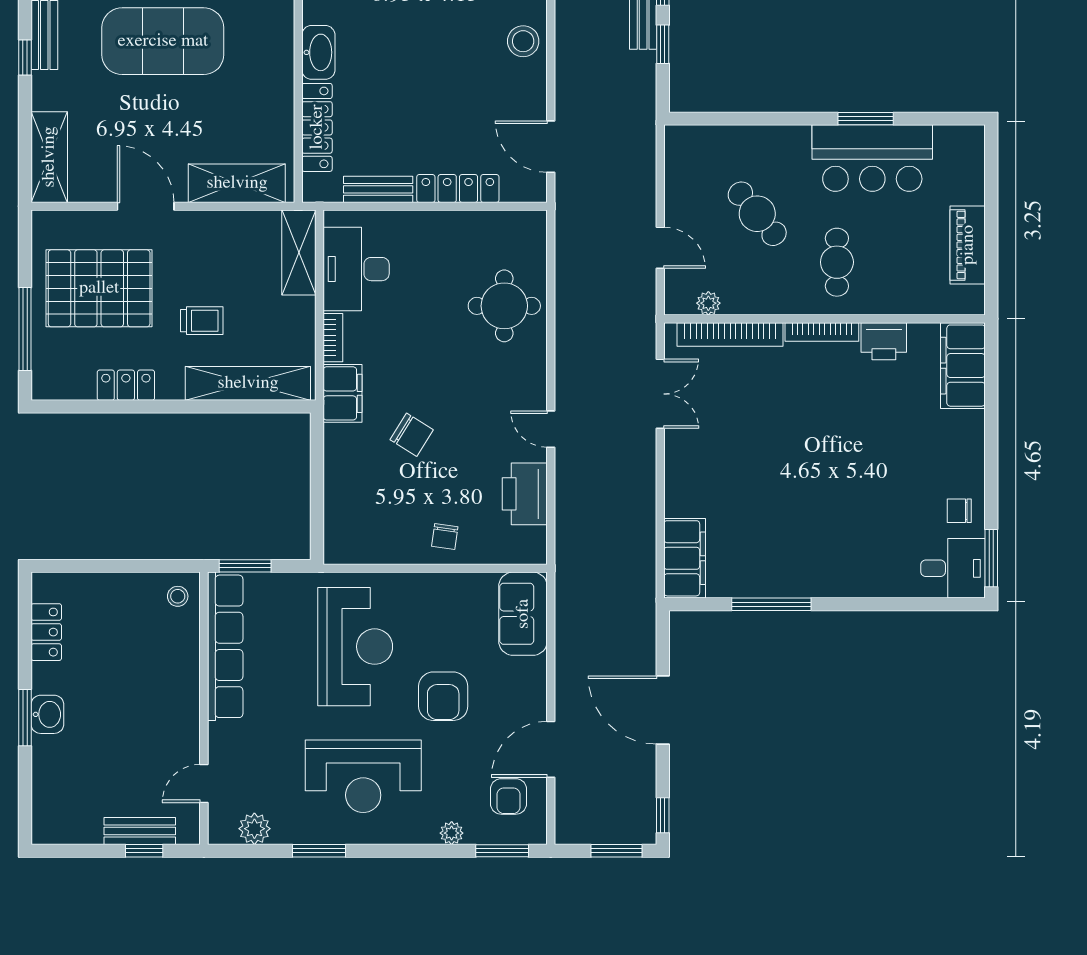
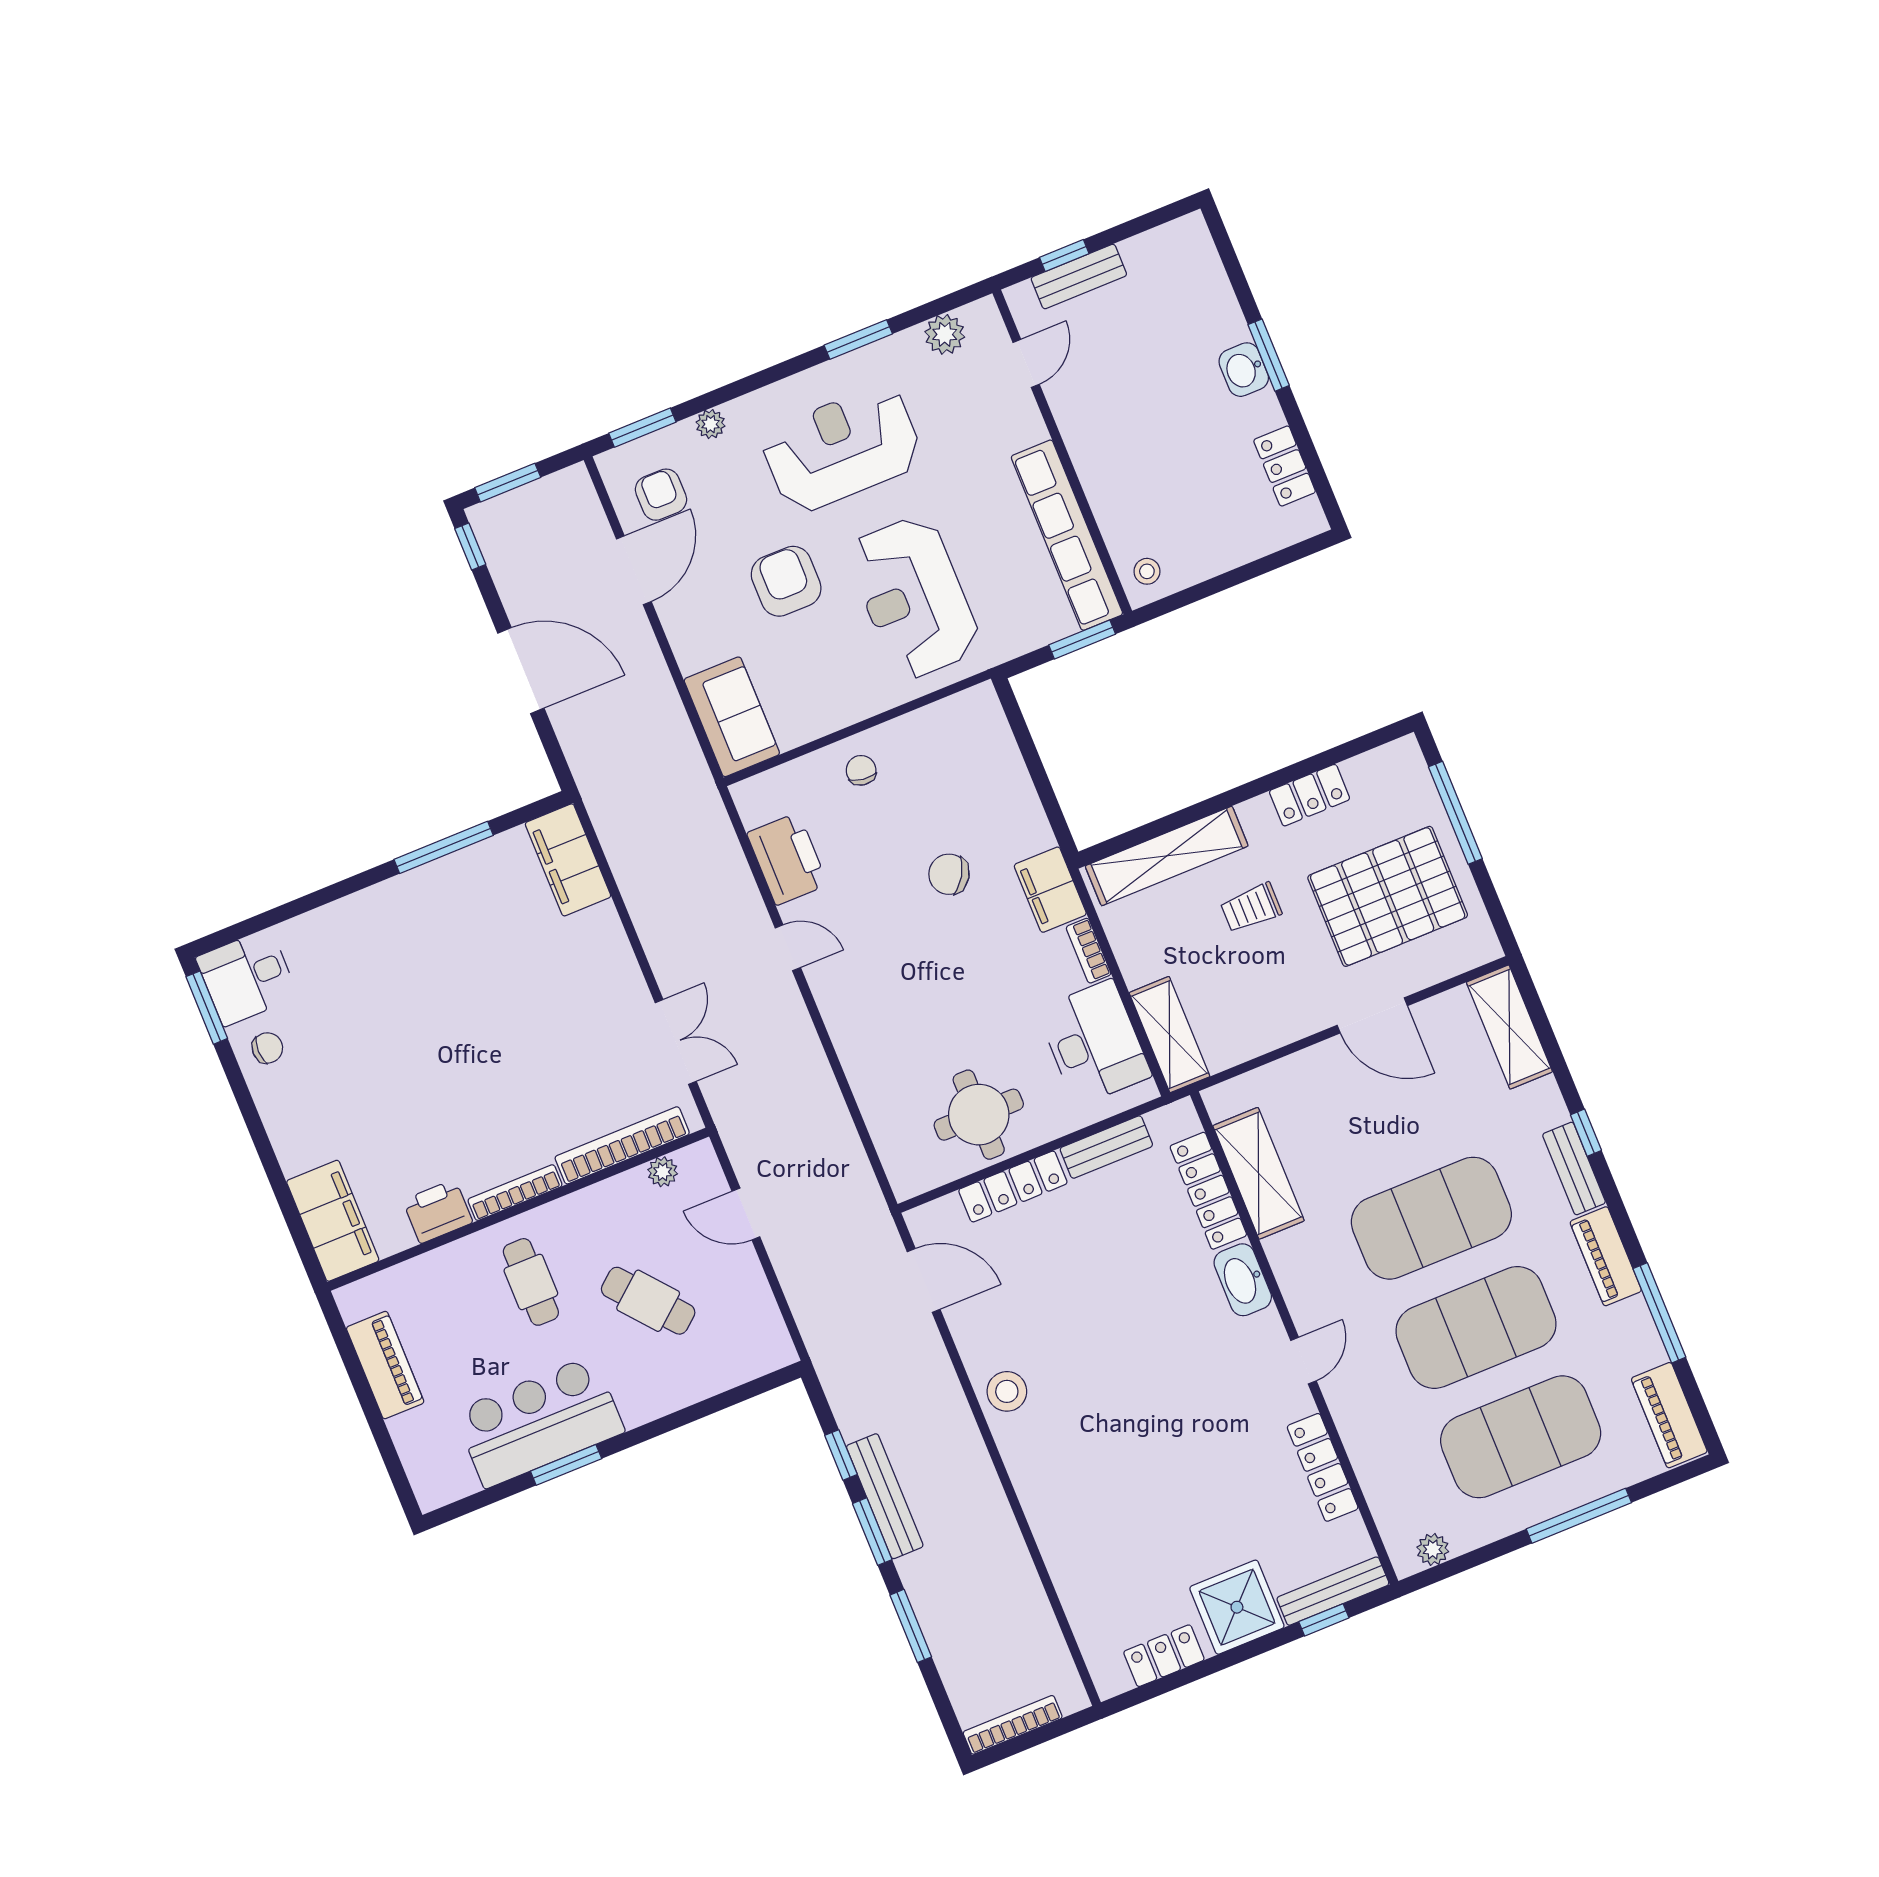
shelving: (237, 183) -> (1259, 1173), moved, turned 90
round table: (504, 306) -> (979, 1115), moved
double door: (660, 394) -> (676, 1042), swing flipped

